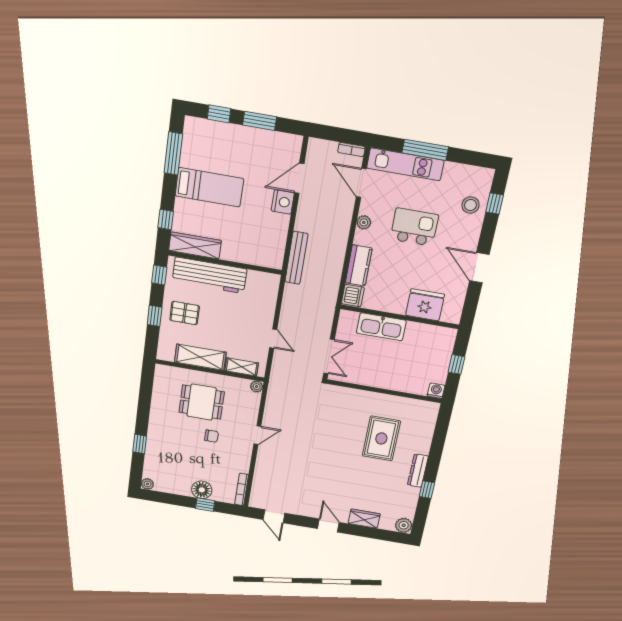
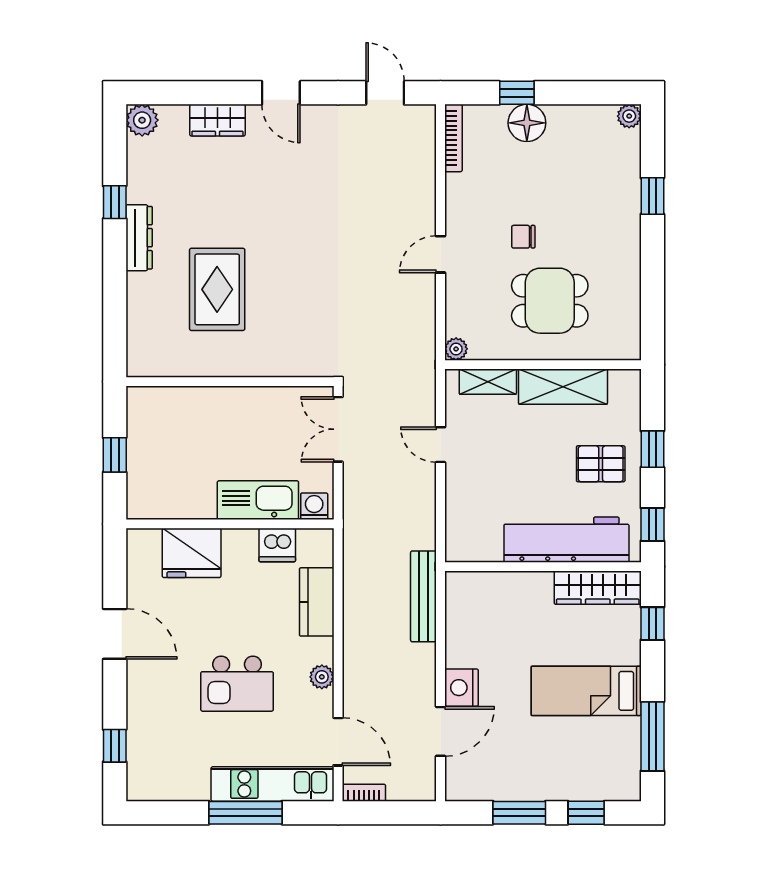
stool: (470, 205) -> (153, 736), removed
dishwasher: (353, 296) -> (277, 545), moved, turned -90
washing machine: (436, 391) -> (314, 506), moved, turned 180

